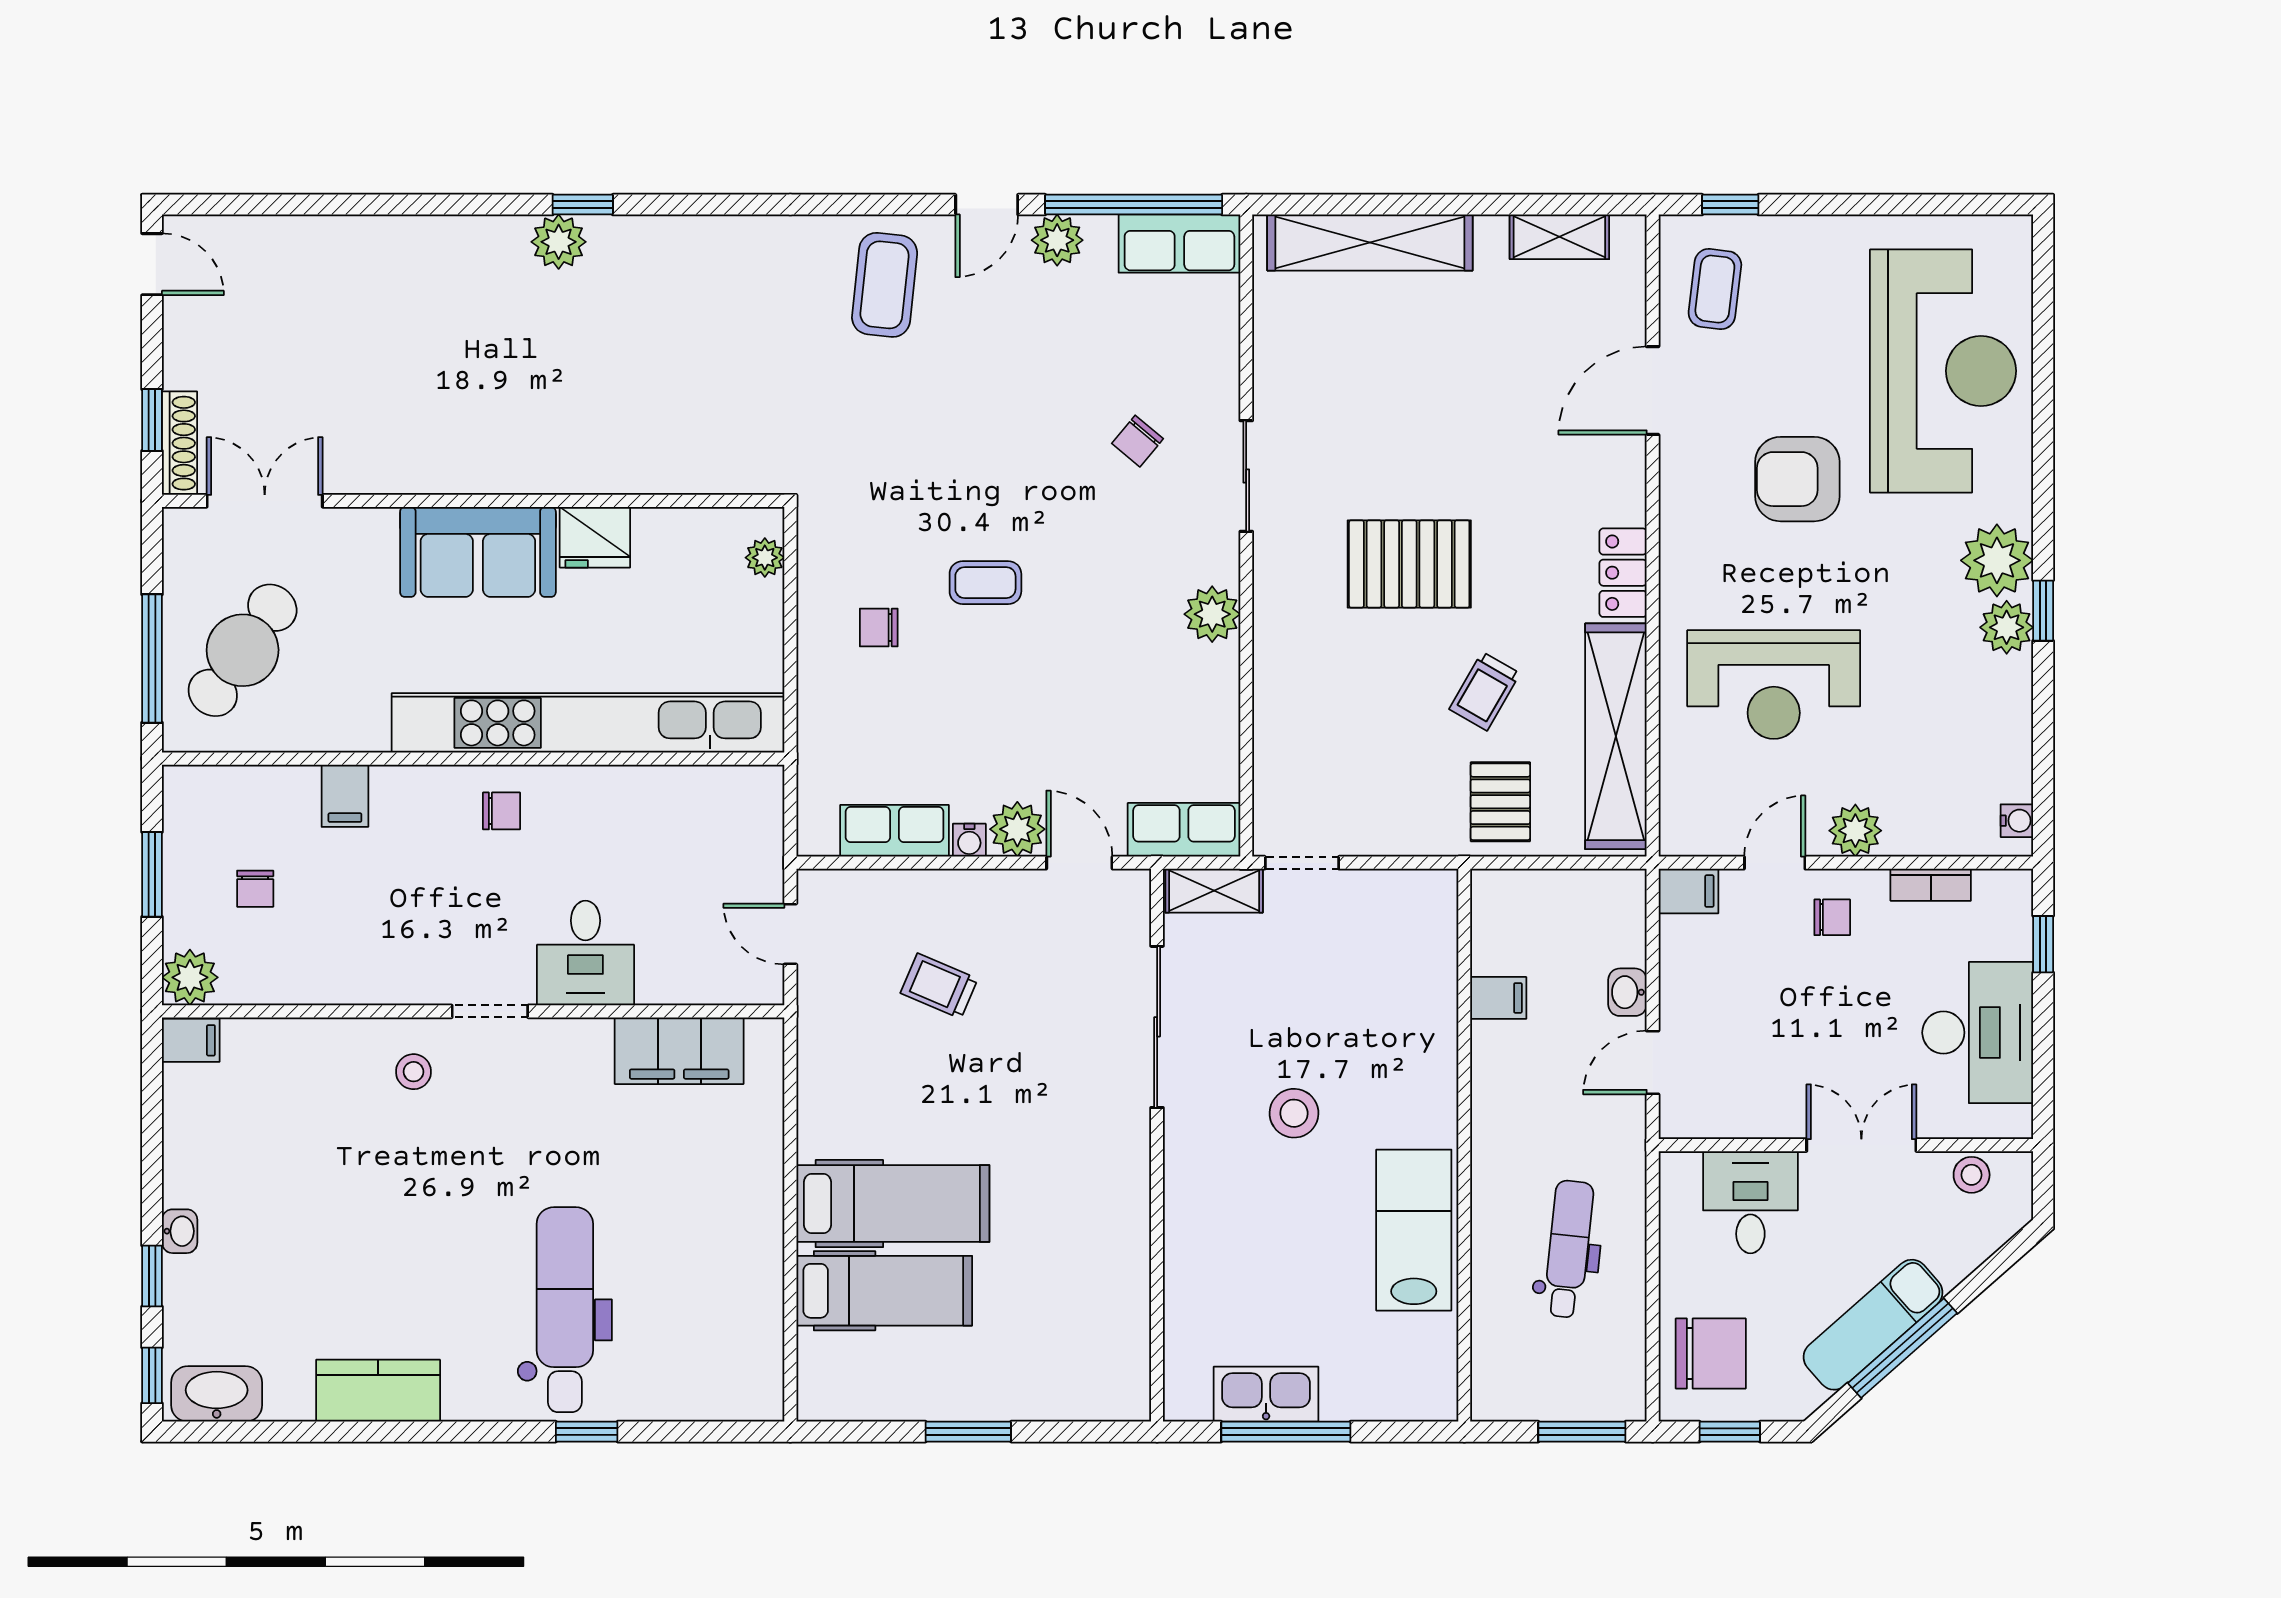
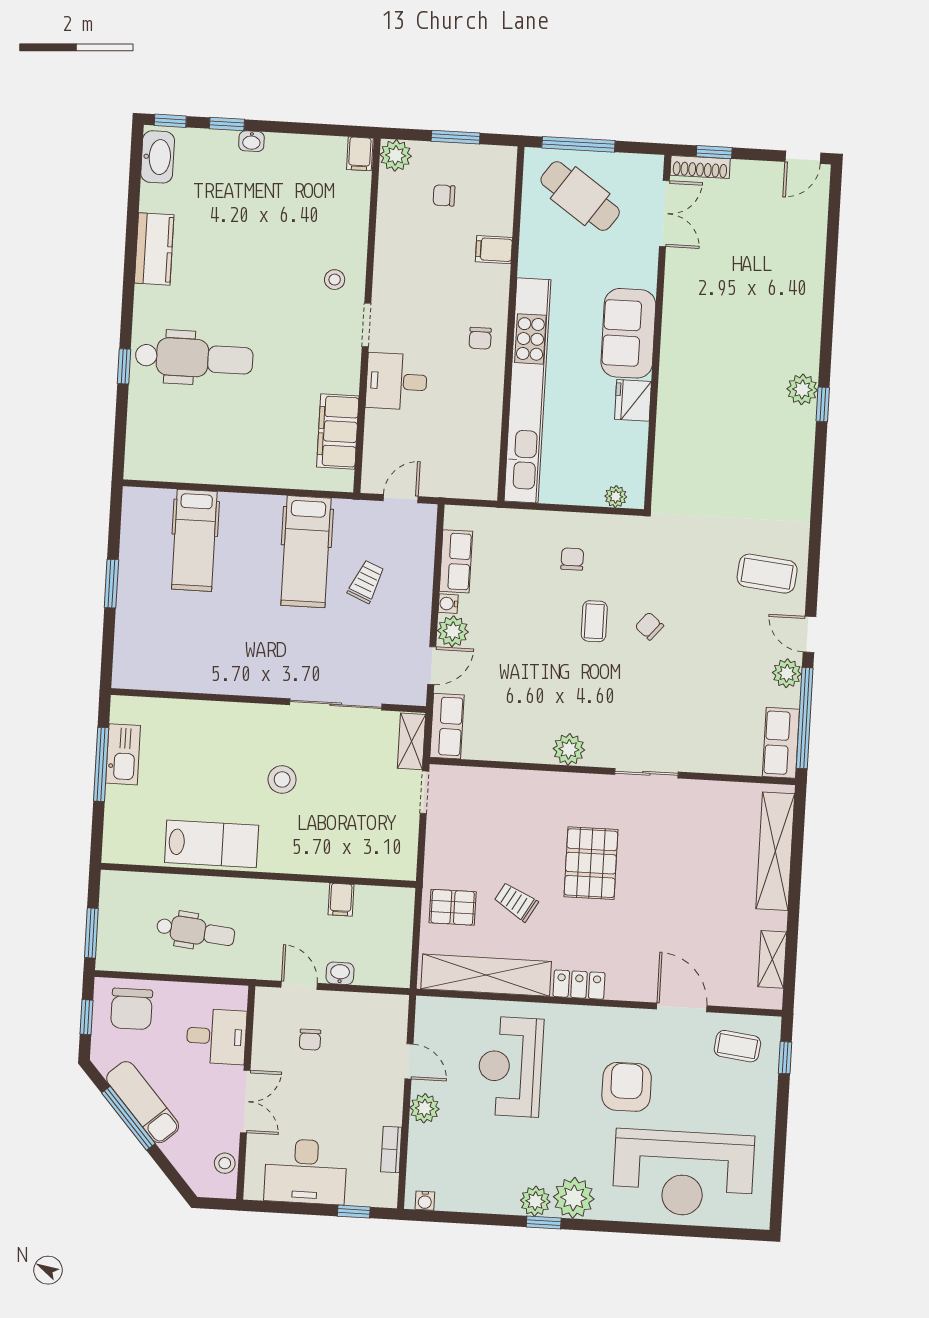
chair: (1138, 441) -> (649, 626), moved
filing cabinet: (1688, 891) -> (396, 1011), removed
chair: (1832, 917) -> (310, 1040), moved
hospital bed: (893, 1204) -> (306, 552), moved

